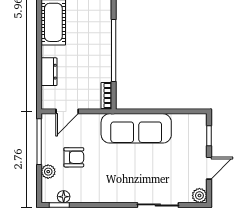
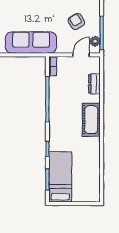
armchair: (74, 157) -> (76, 22), turned 59
plant: (48, 172) -> (95, 41), moved

